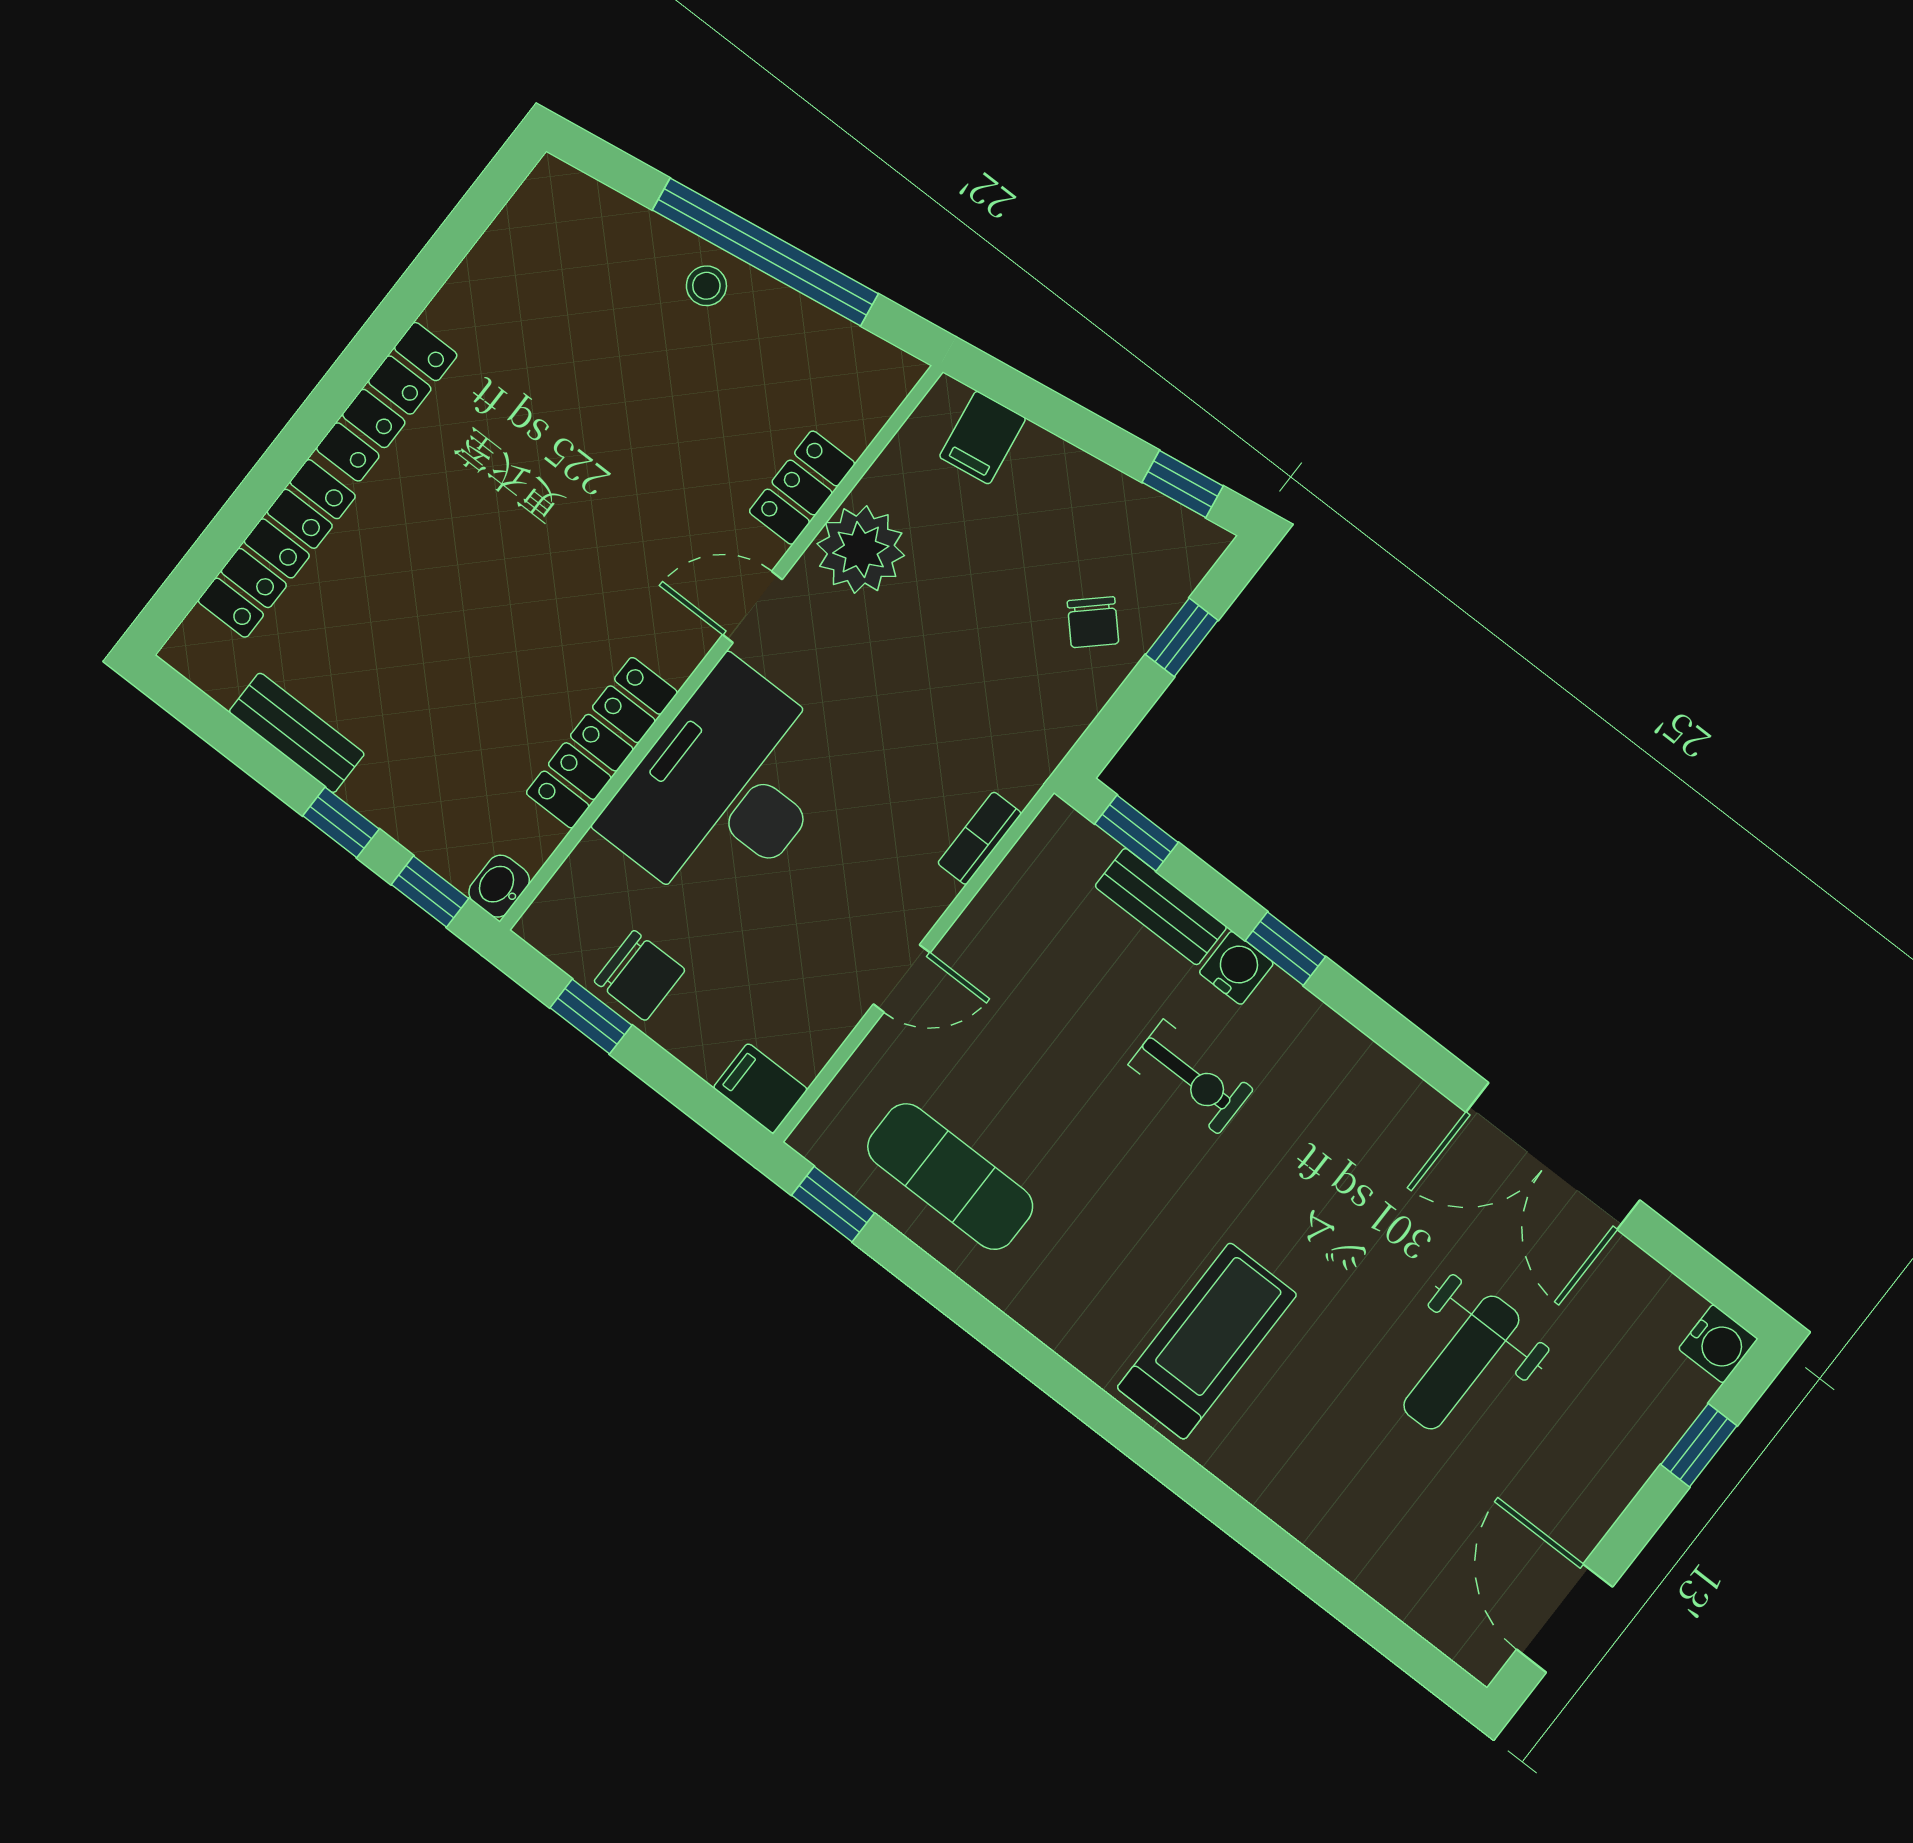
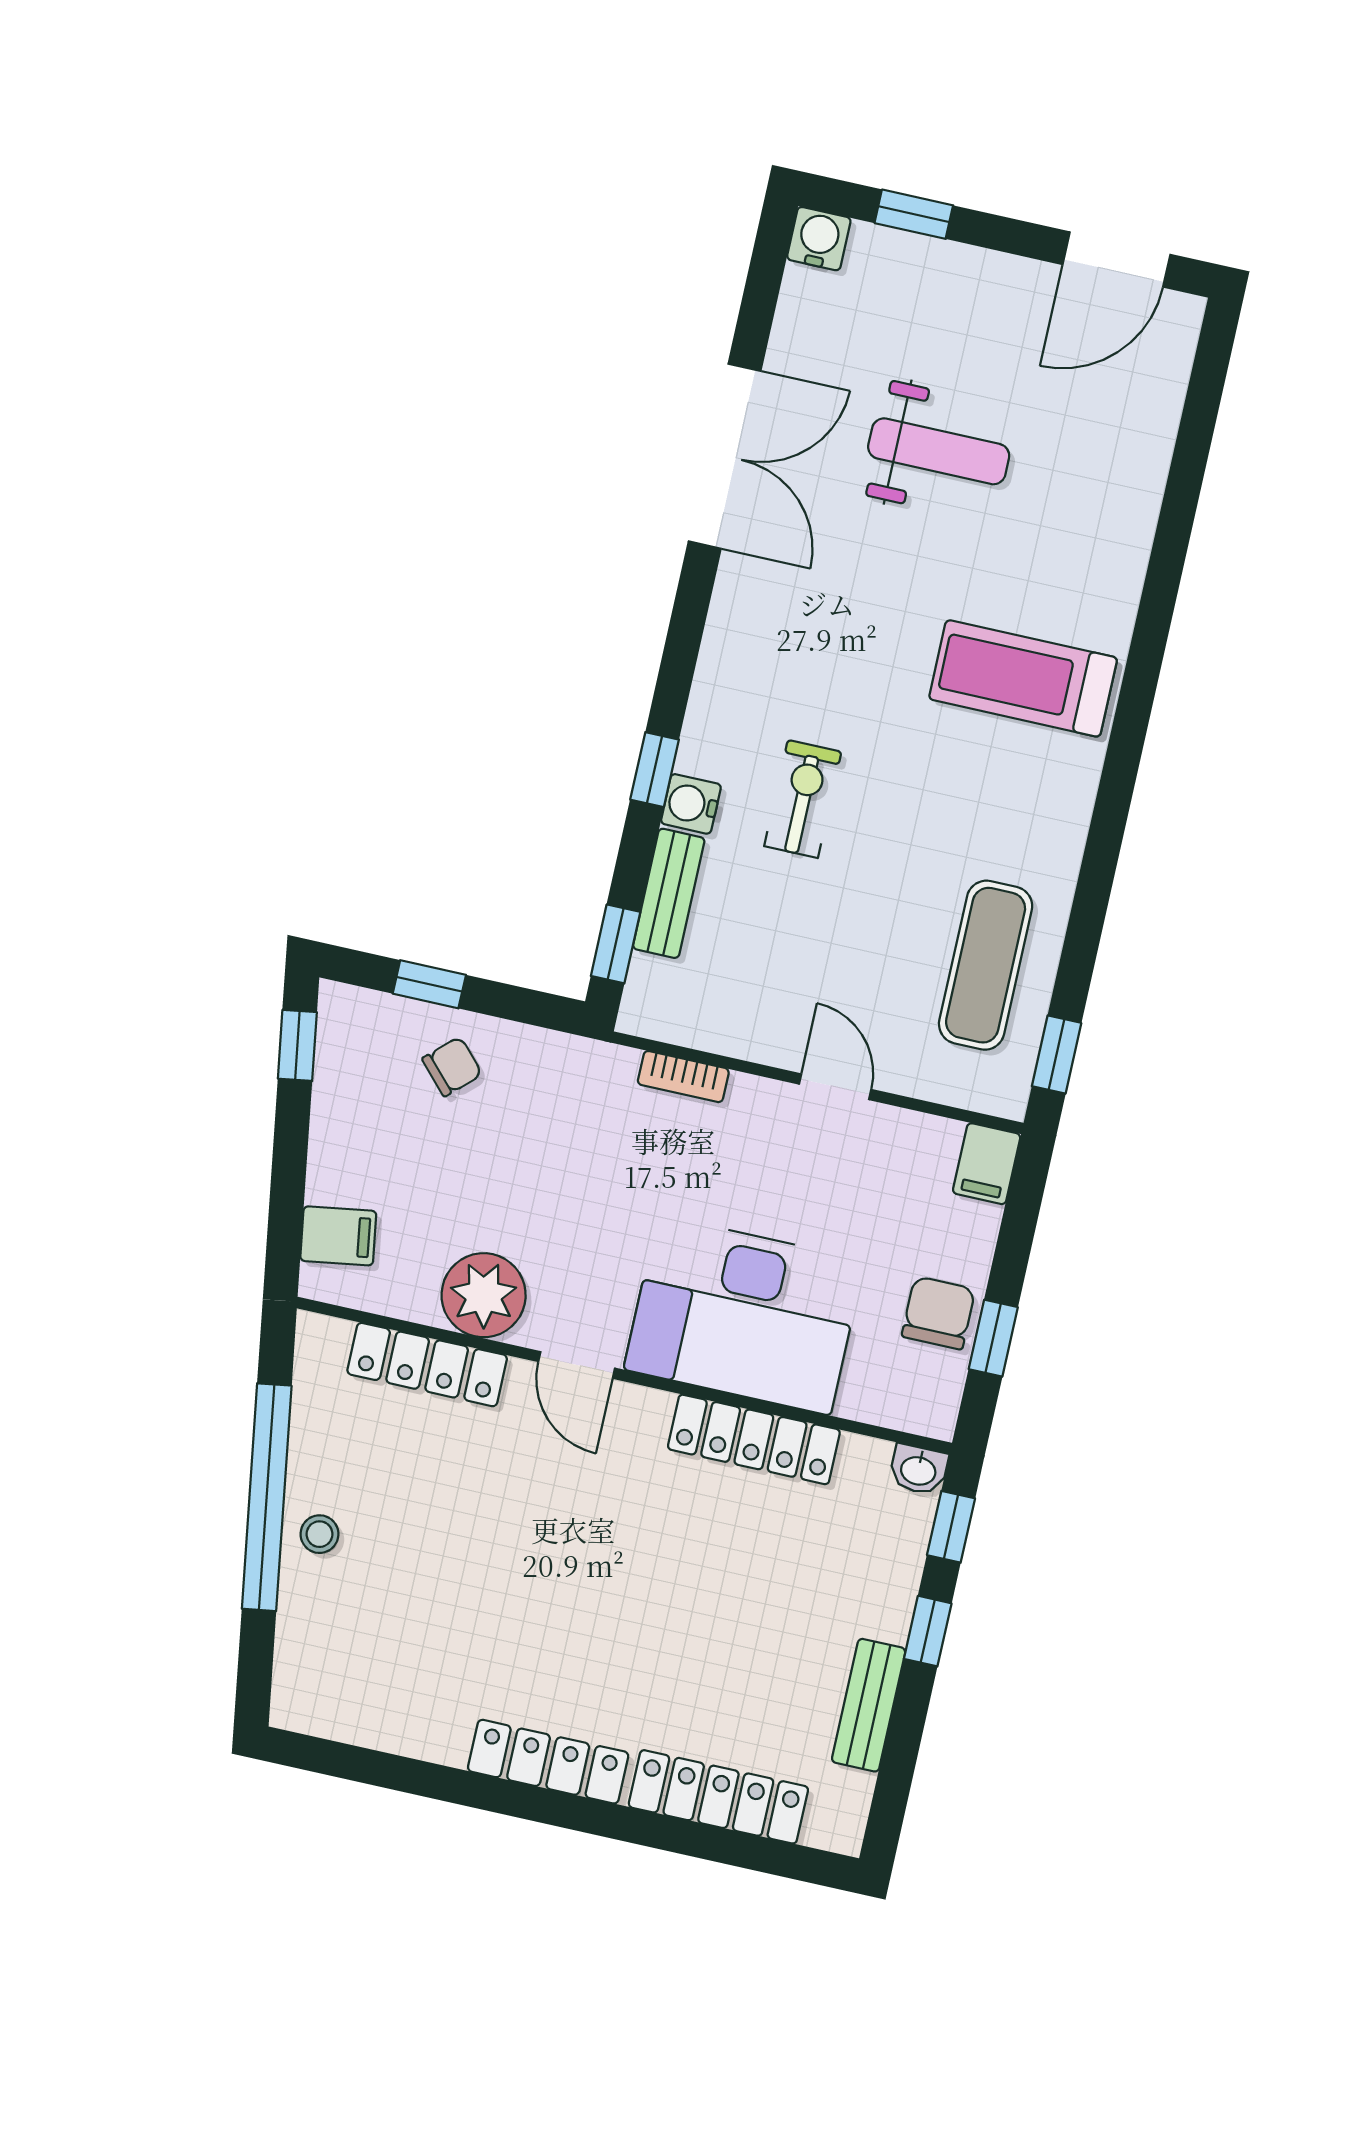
locker: (802, 488) -> (427, 1365), width x1.53

